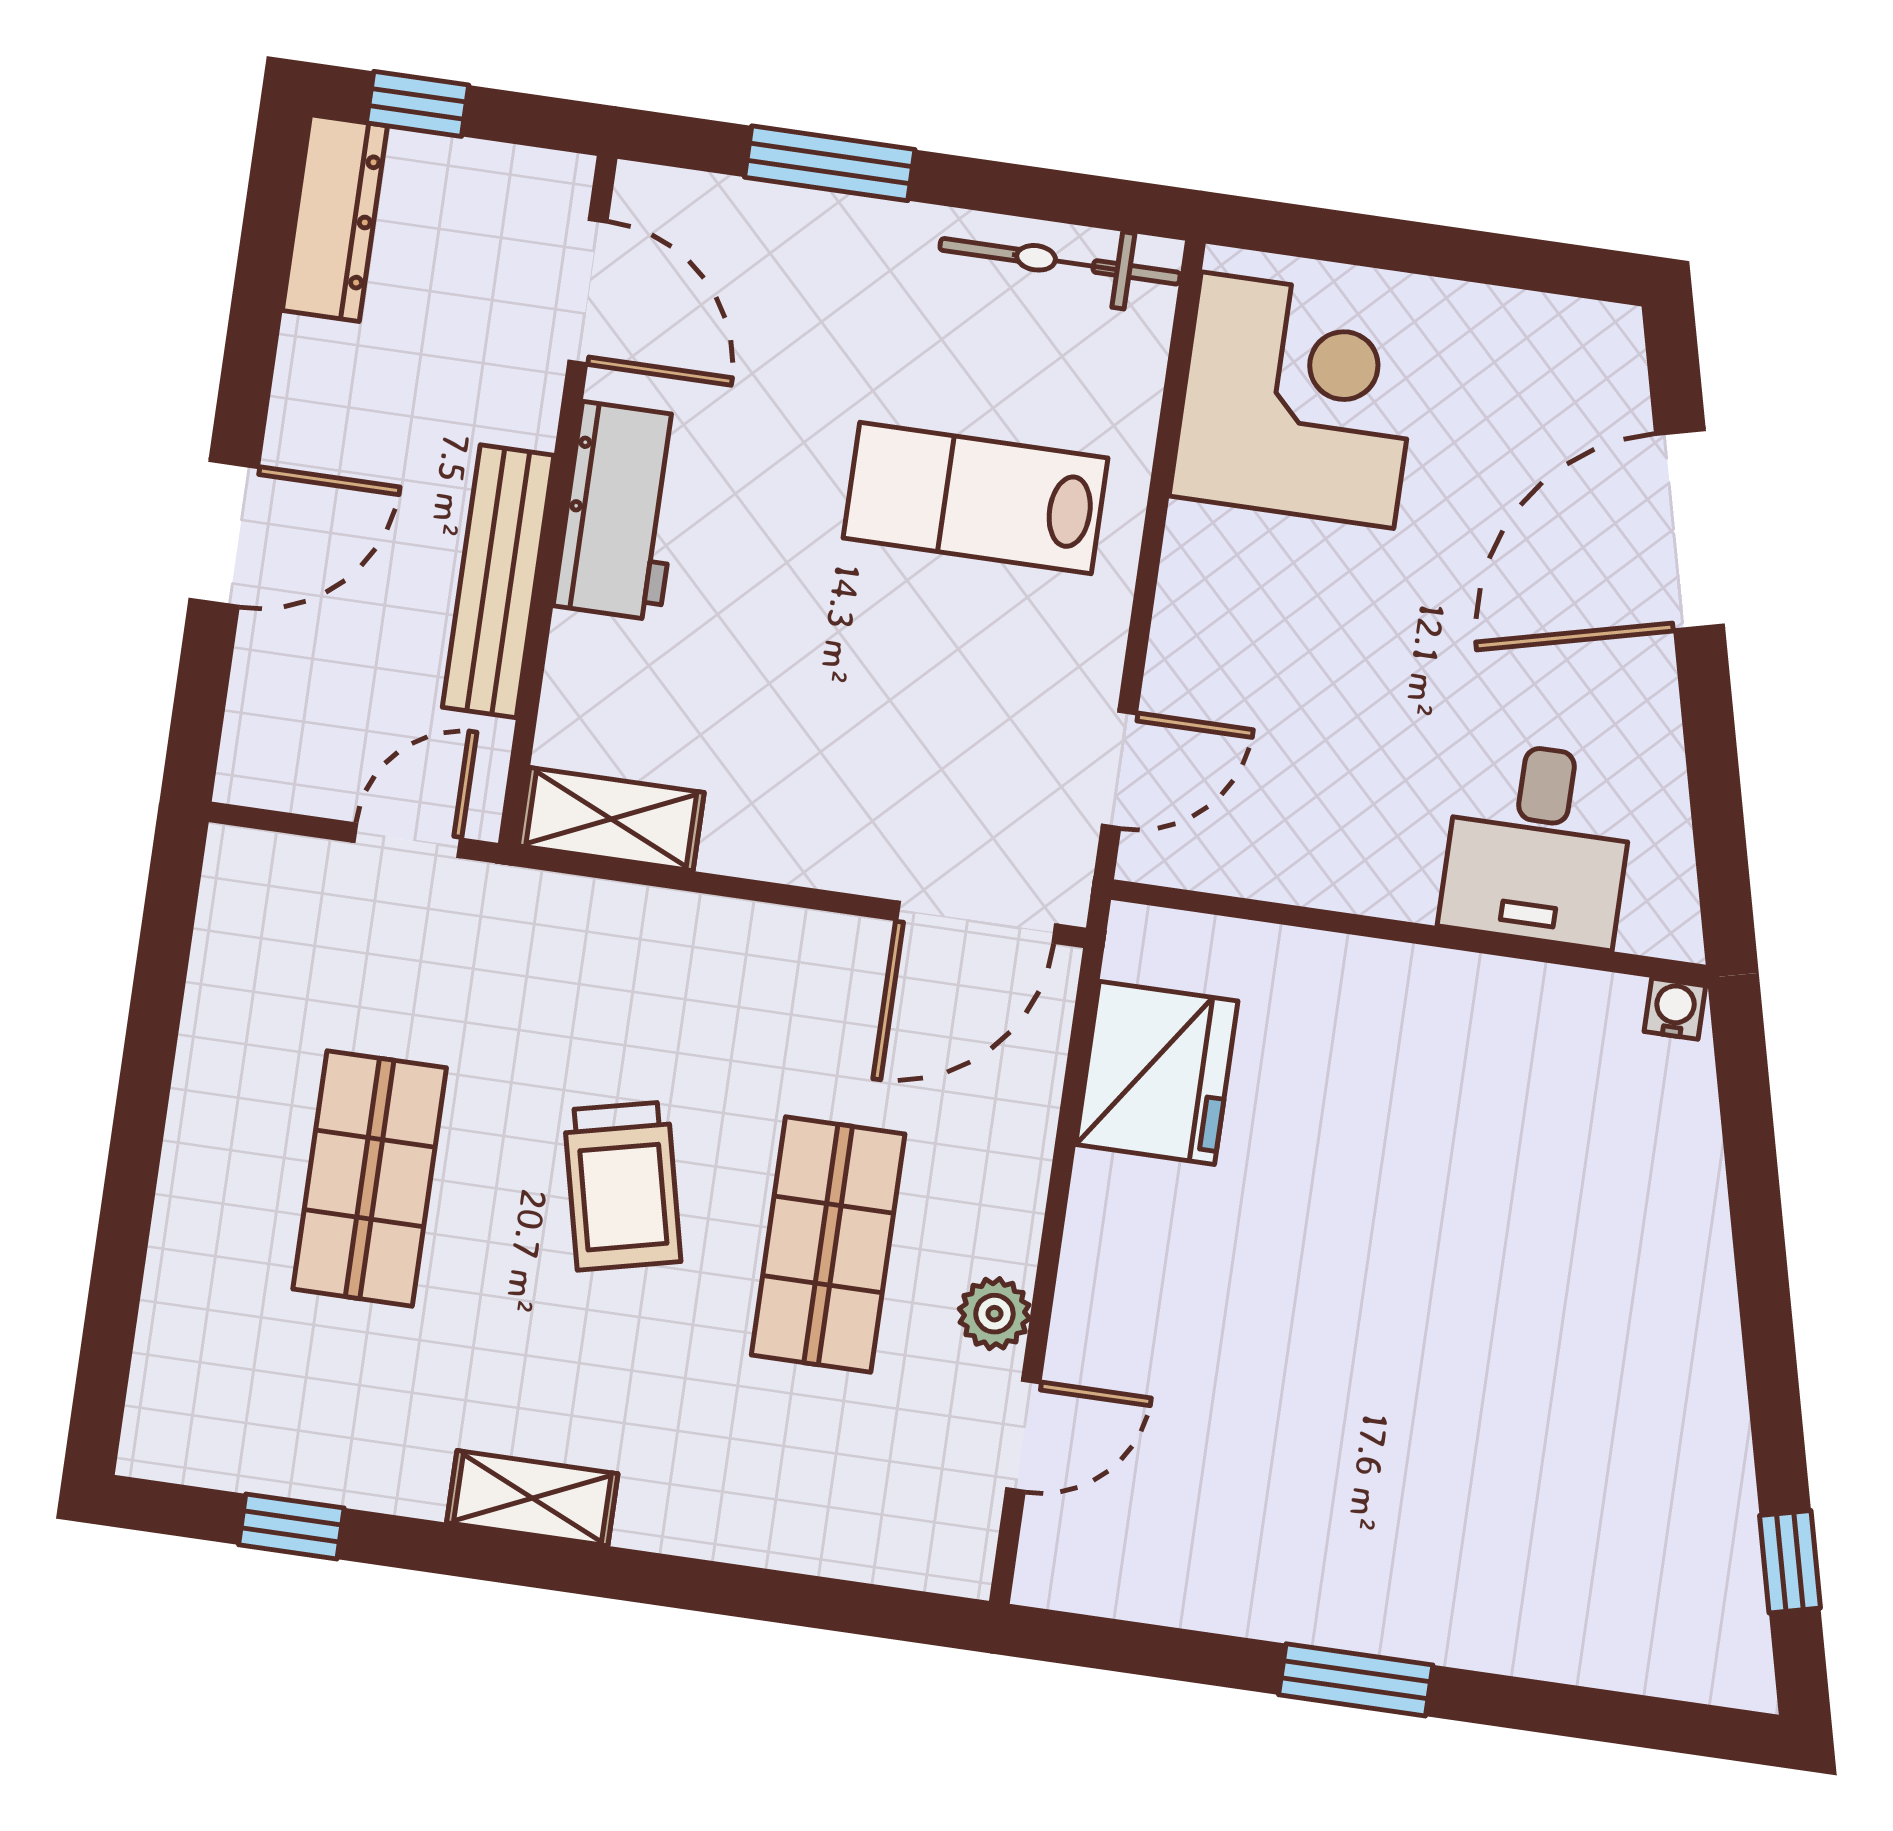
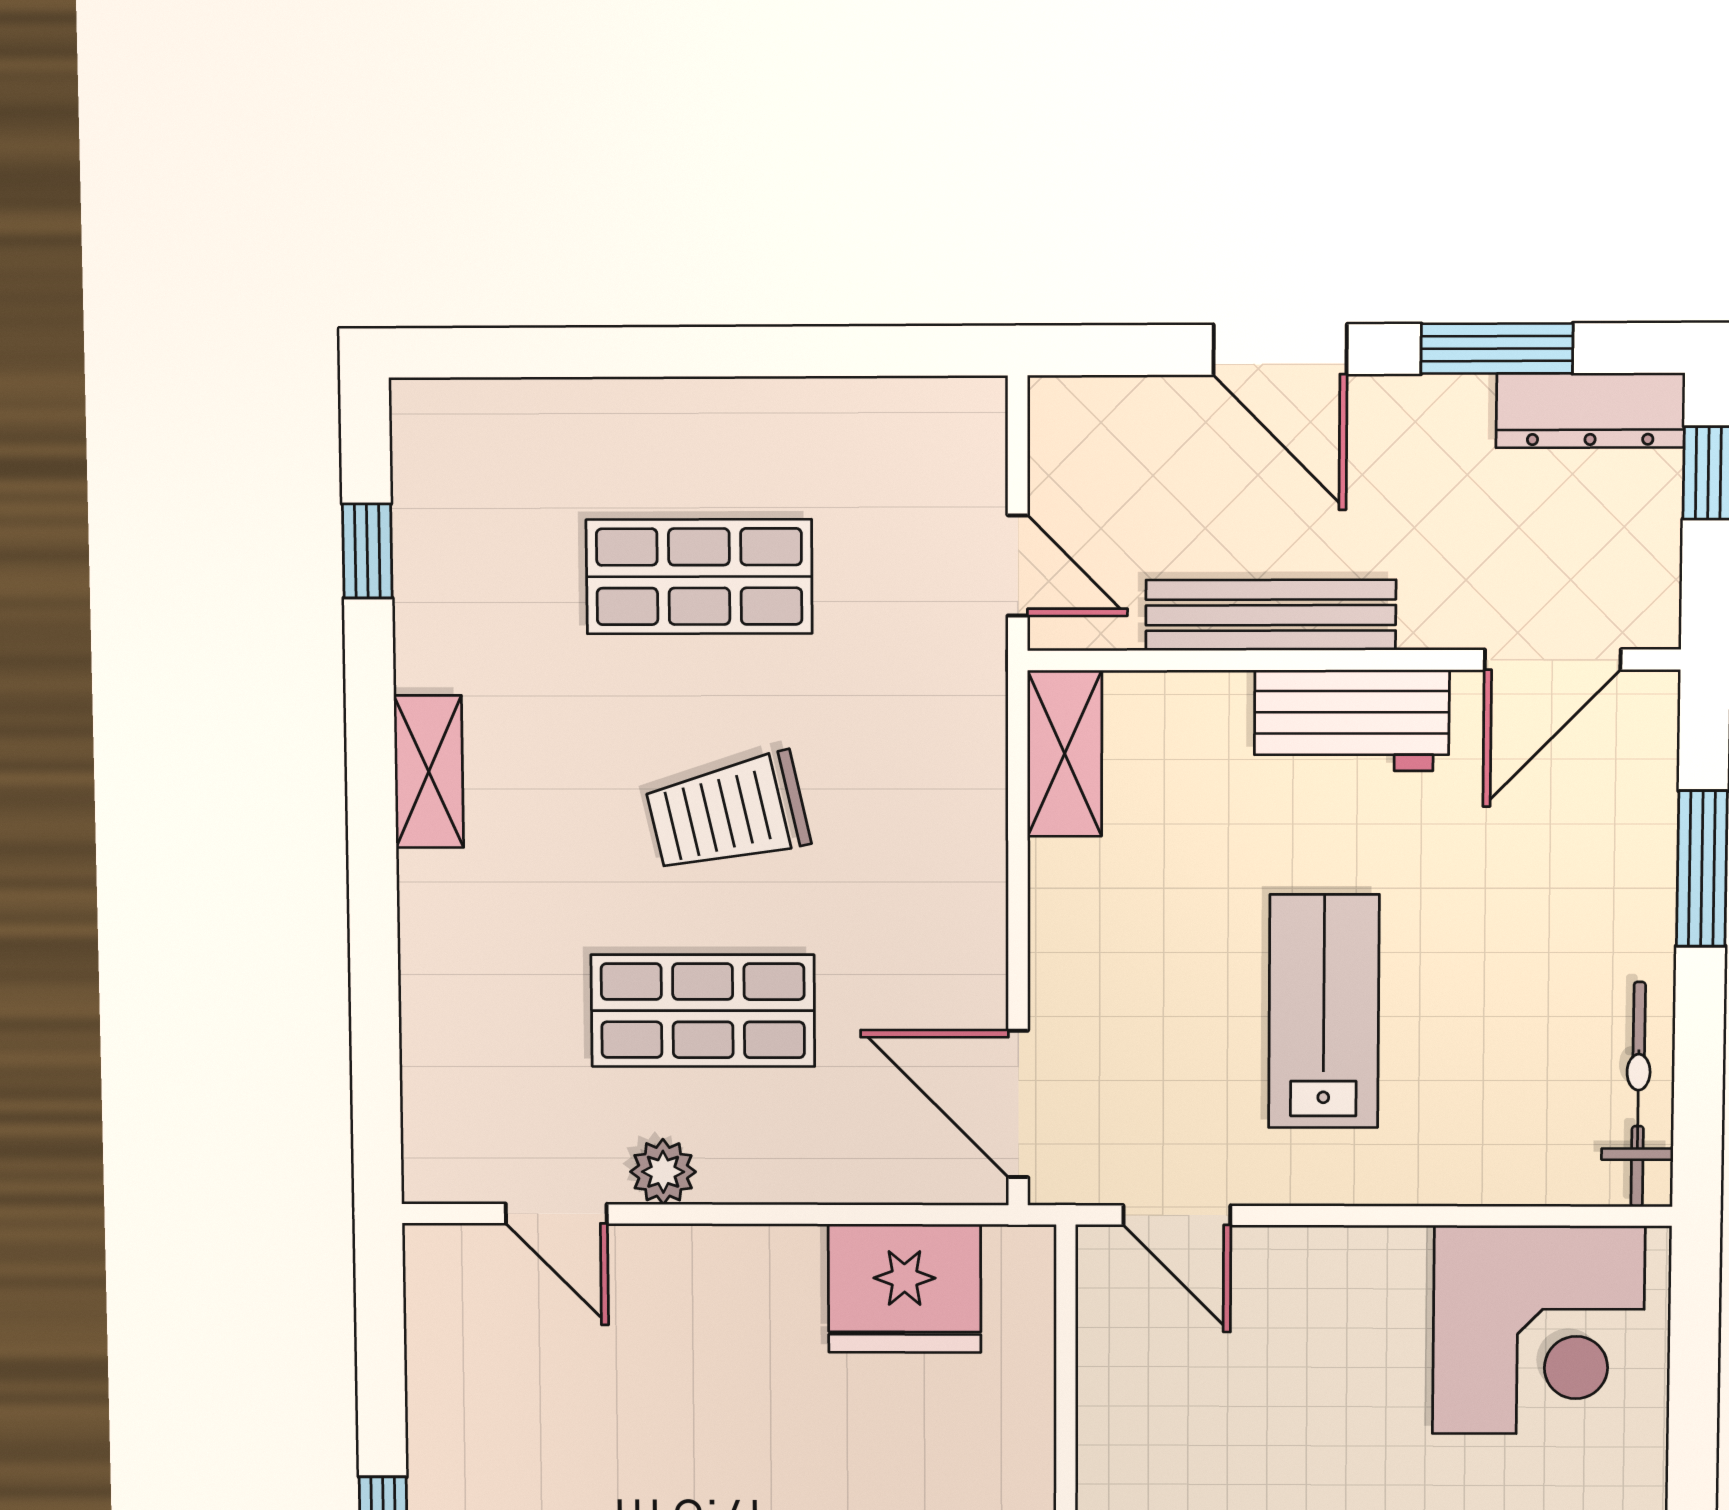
window: (257, 307) -> (1497, 349), added
lab bench: (975, 498) -> (1324, 1011), moved

